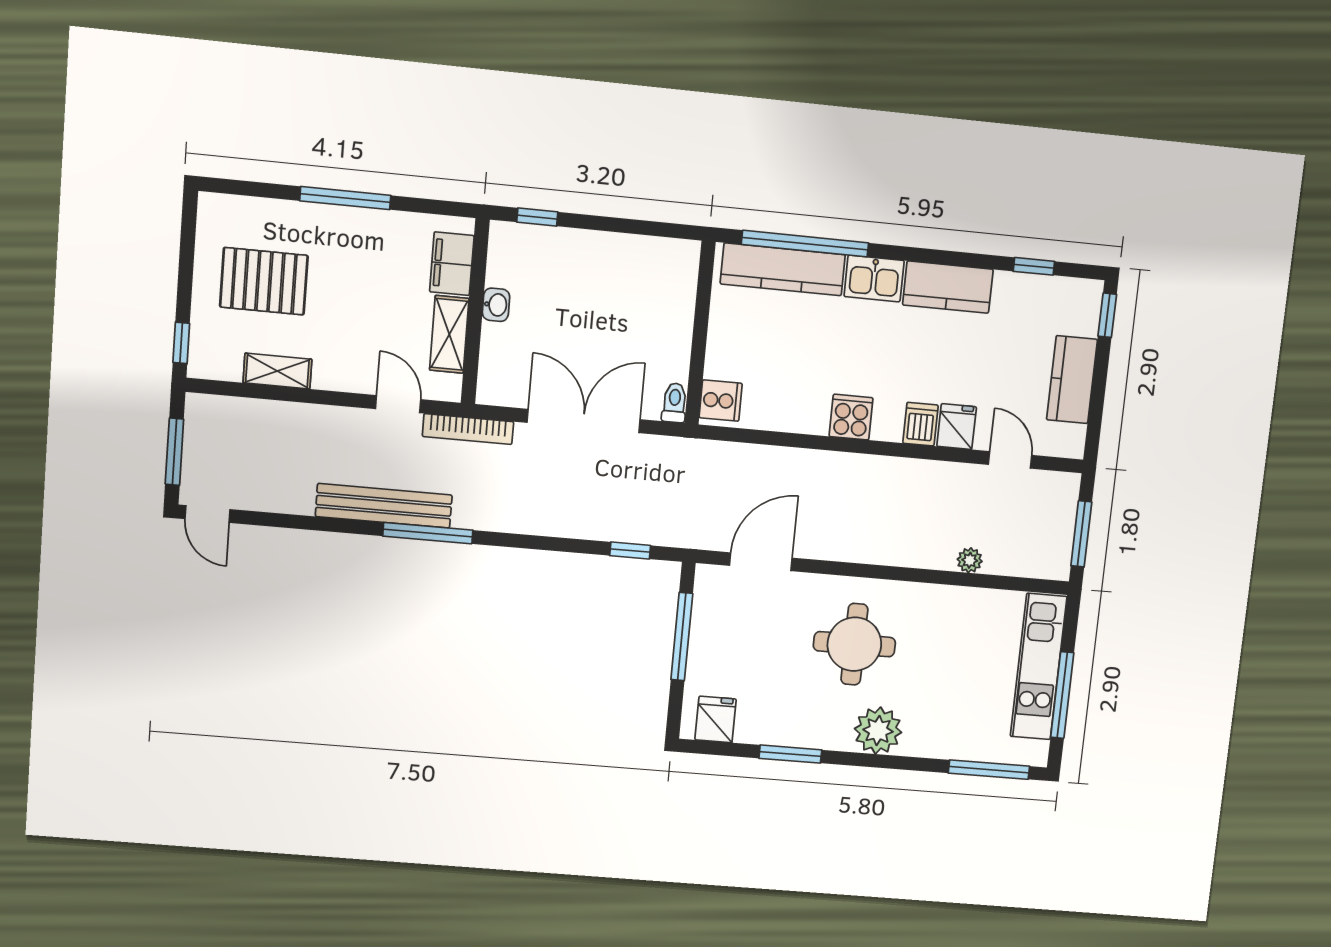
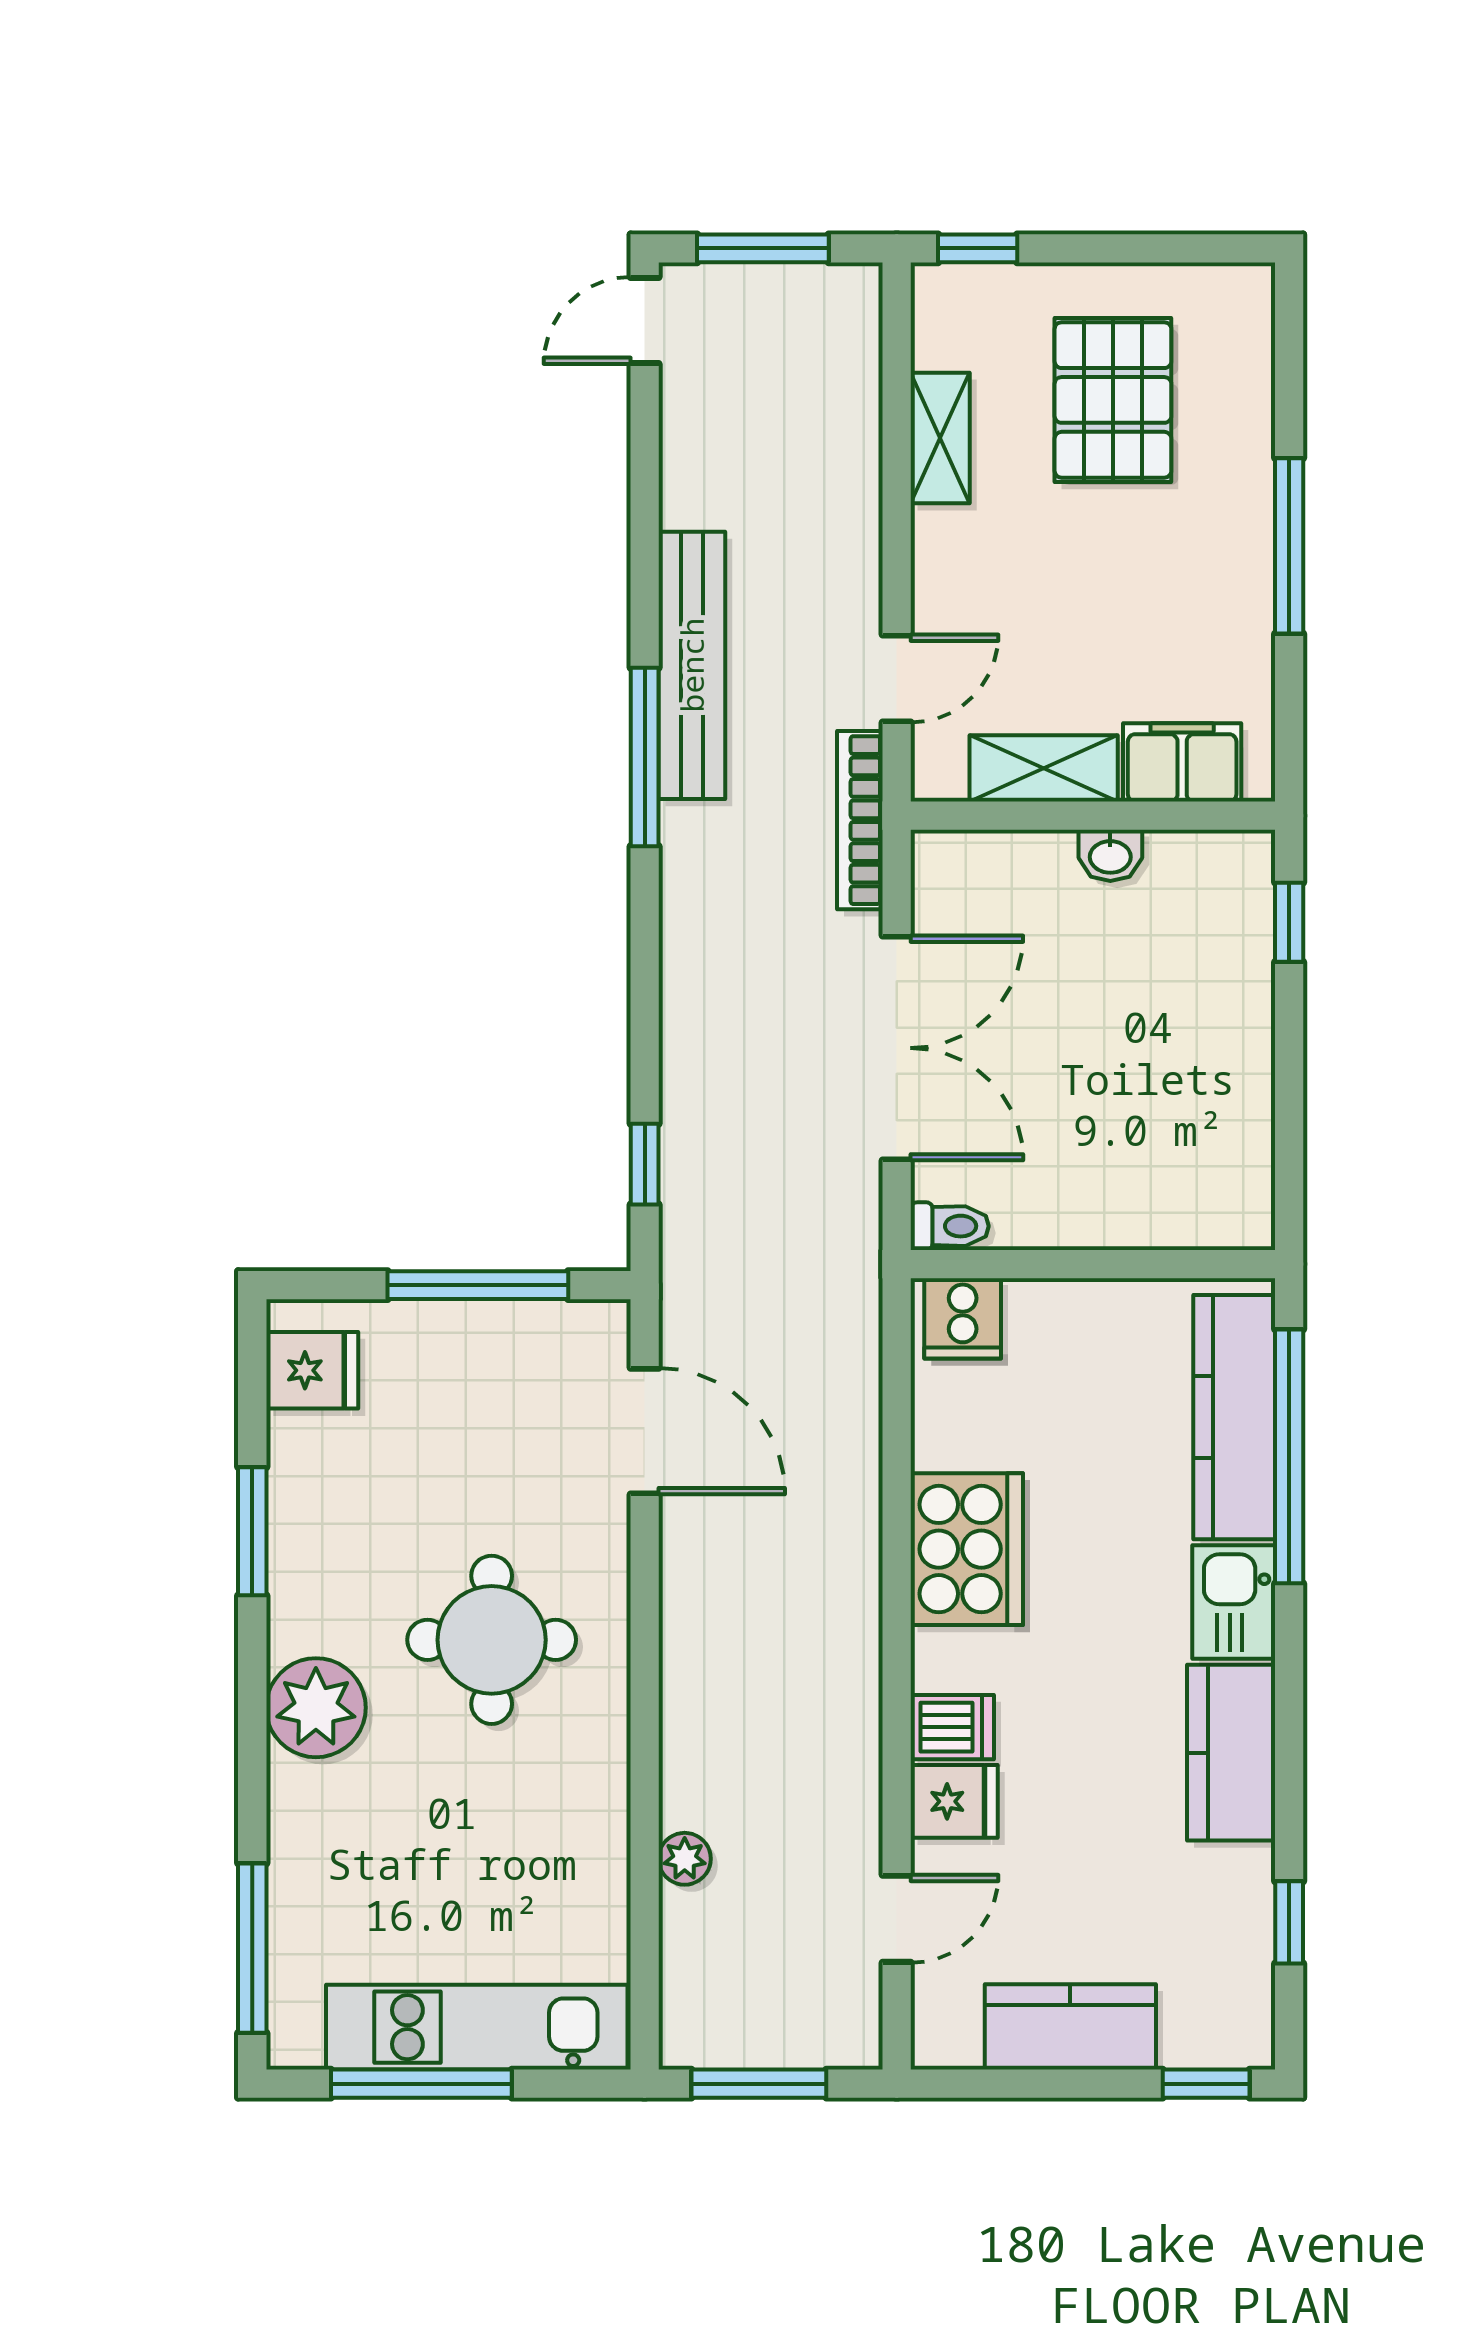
cooker: (851, 417) -> (967, 1549), width x1.87, depth x1.31

